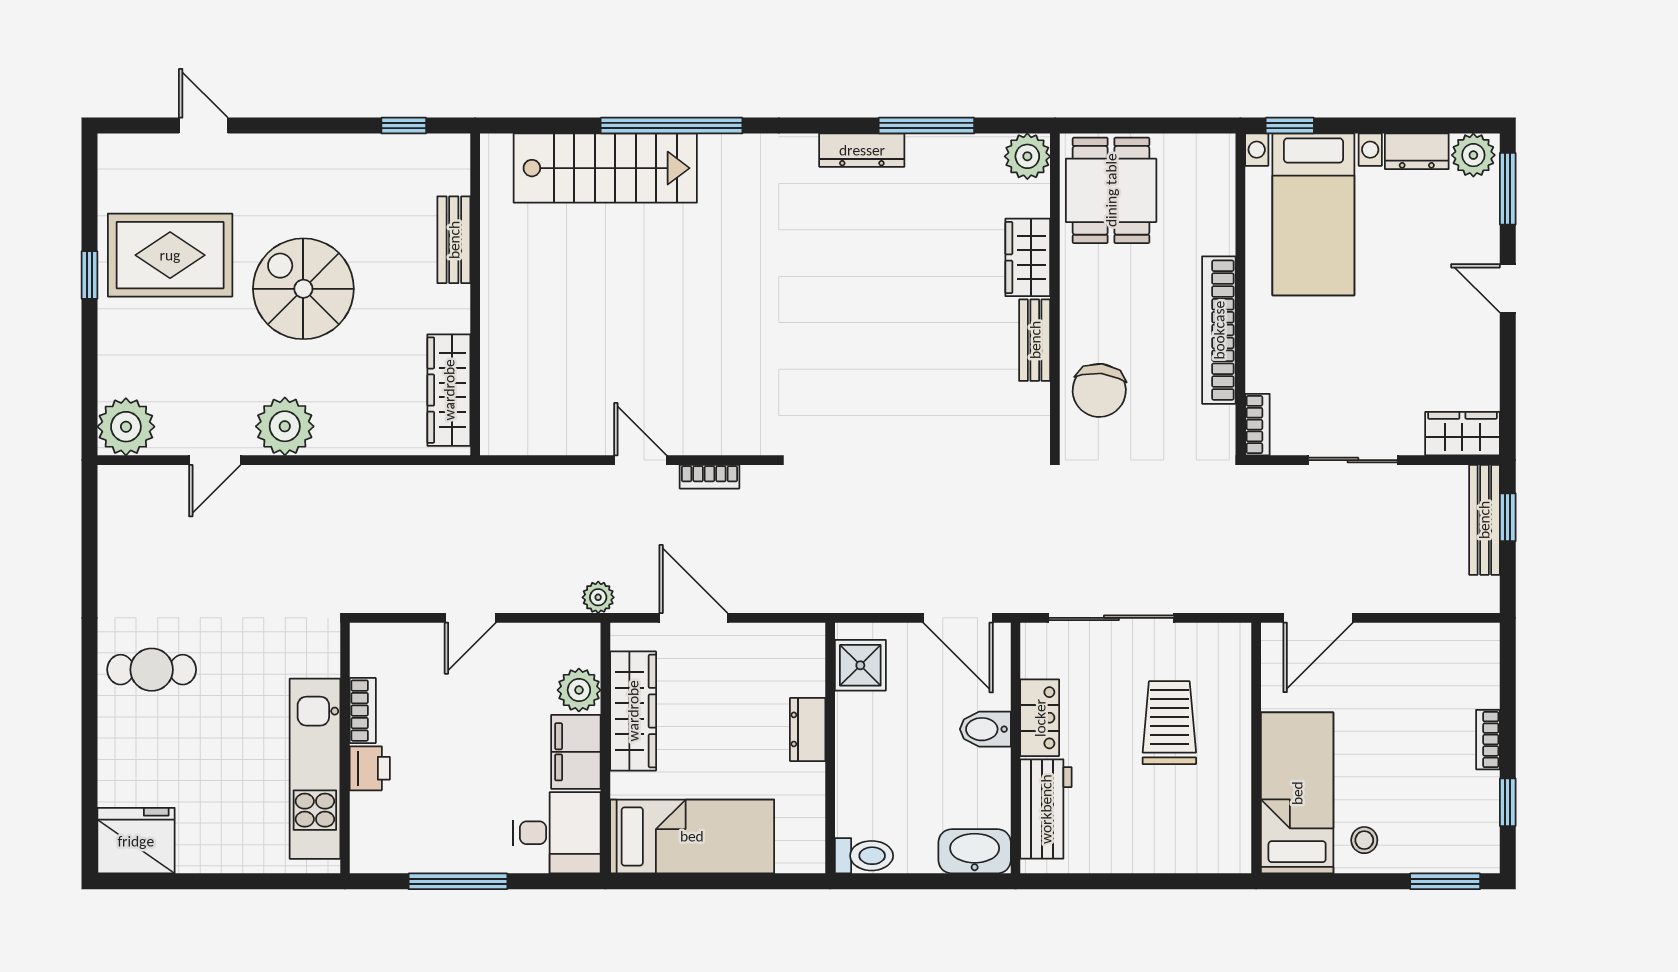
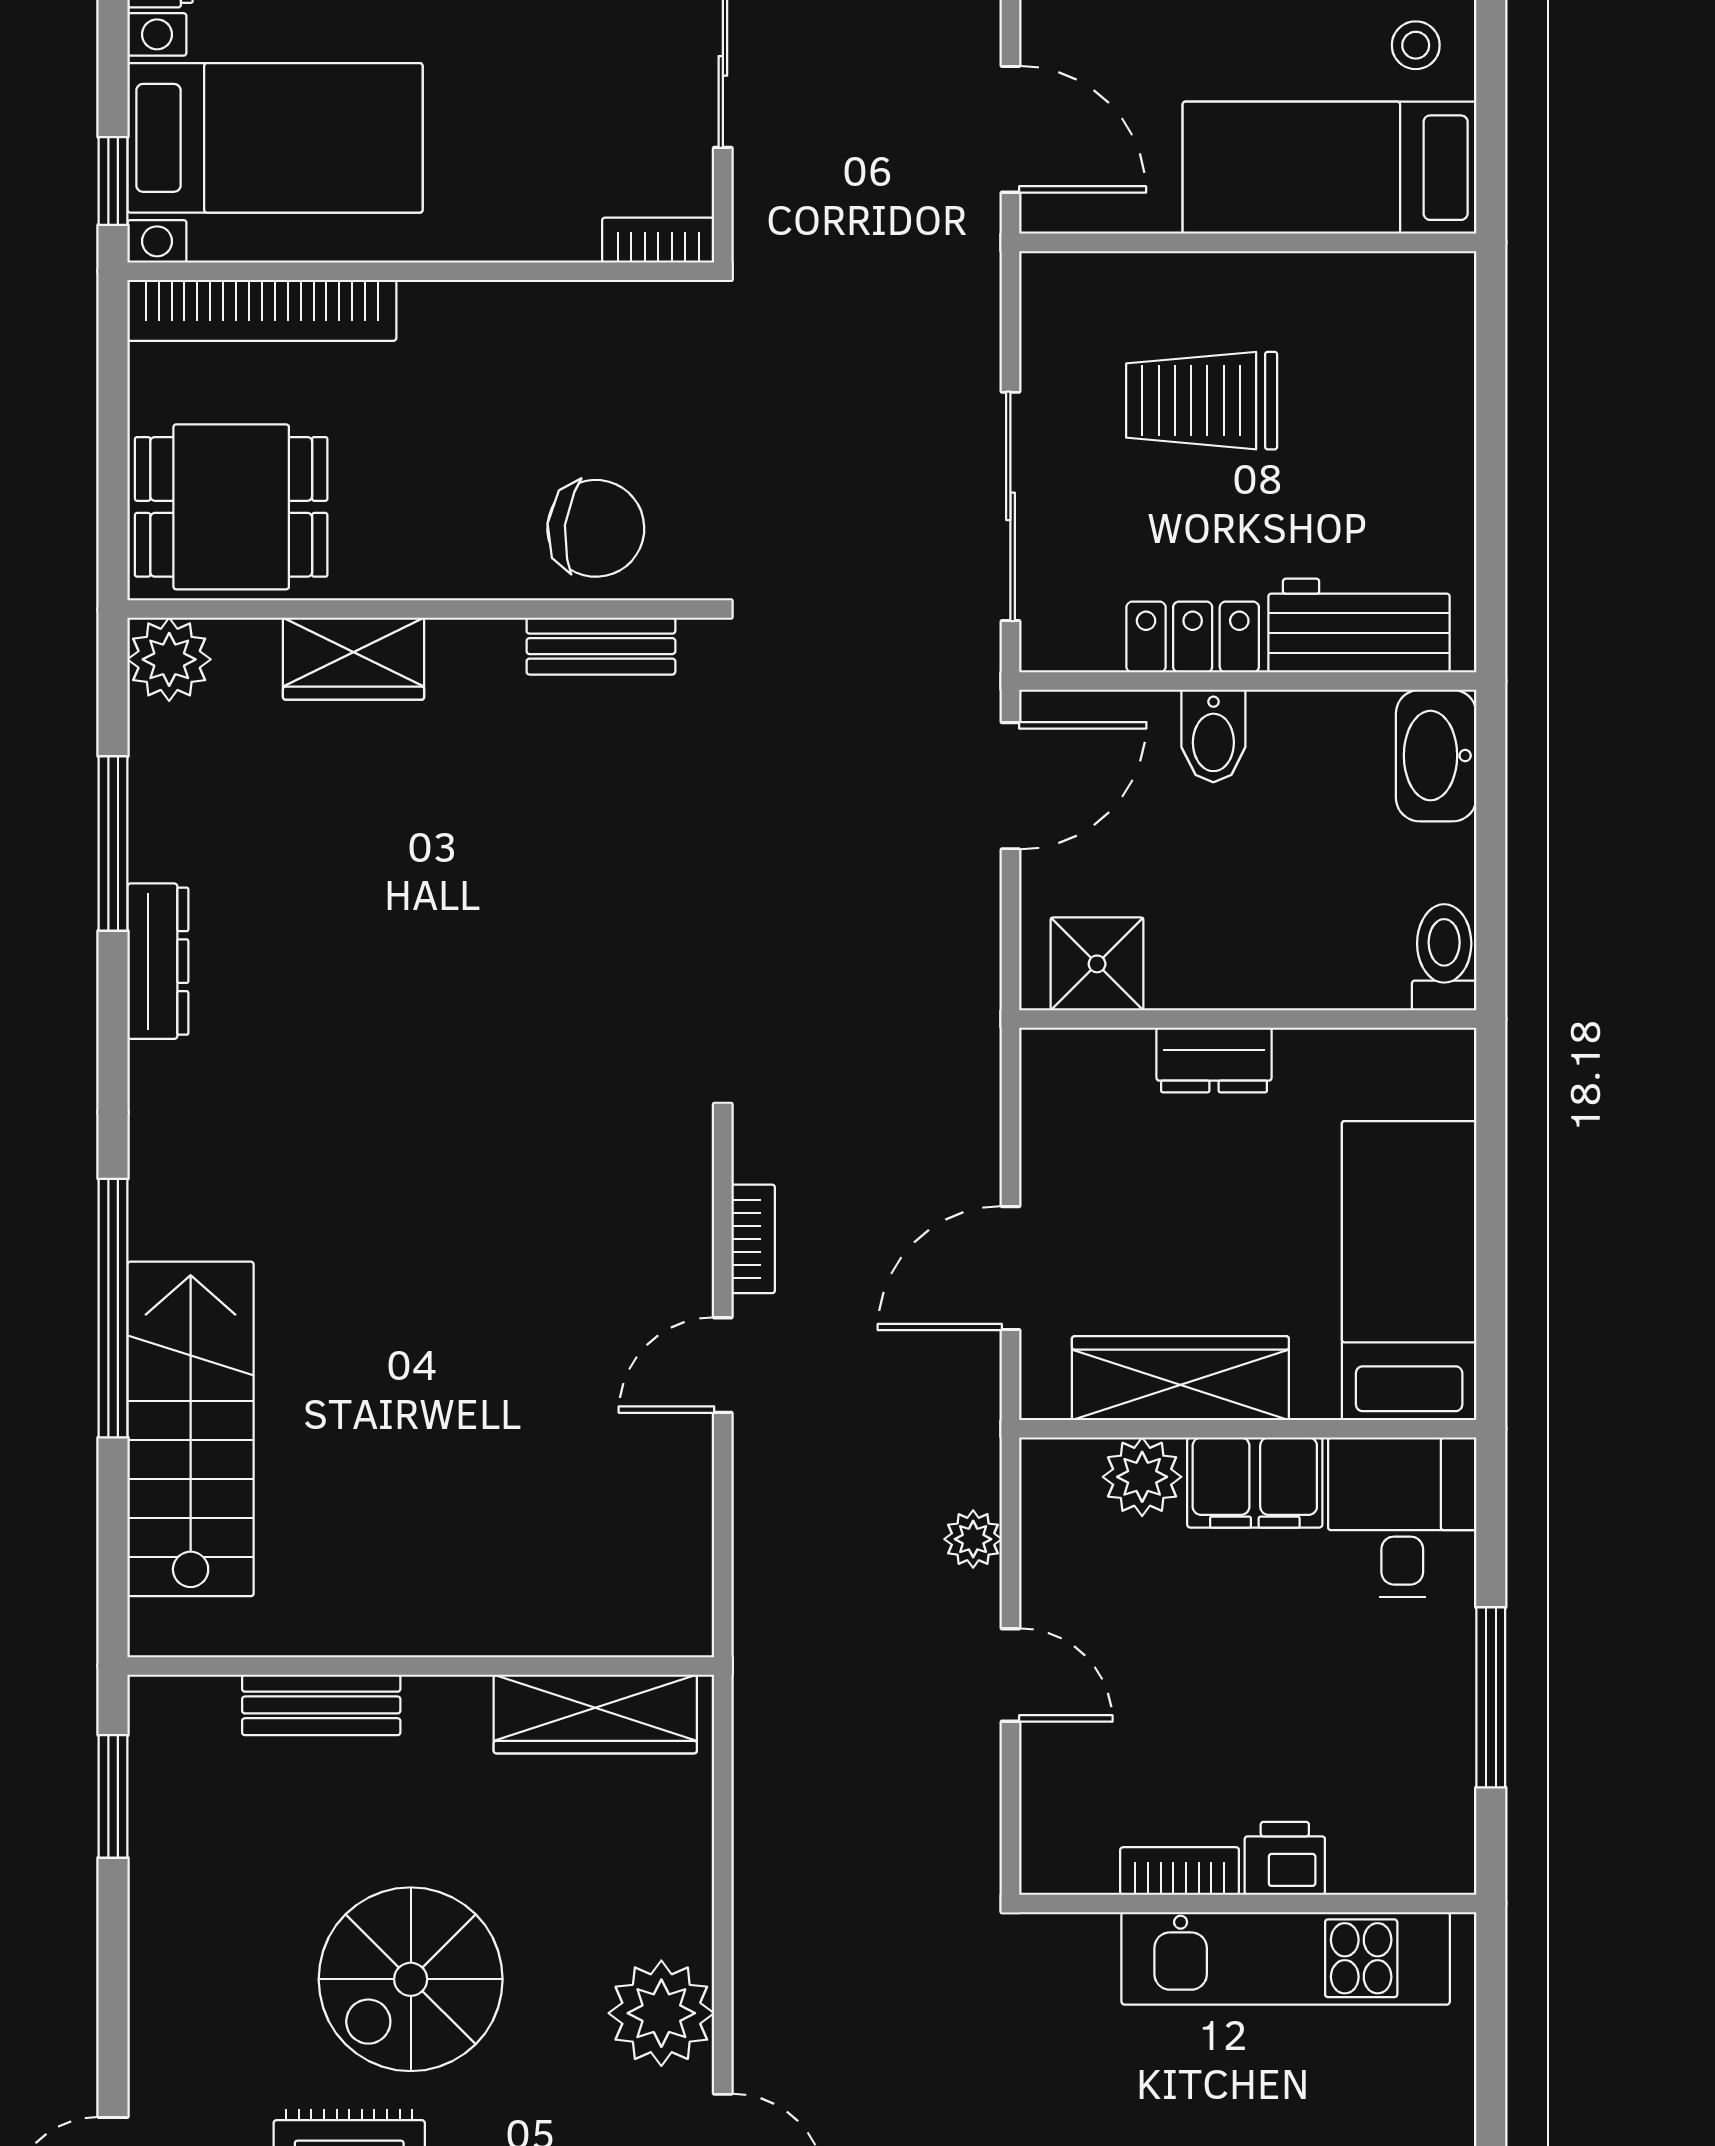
window: (404, 126) -> (113, 1796), width x1.50
bookcase: (1219, 330) -> (262, 310), moved
bench: (1035, 340) -> (601, 646), moved
plant: (598, 597) -> (973, 1539), moved

